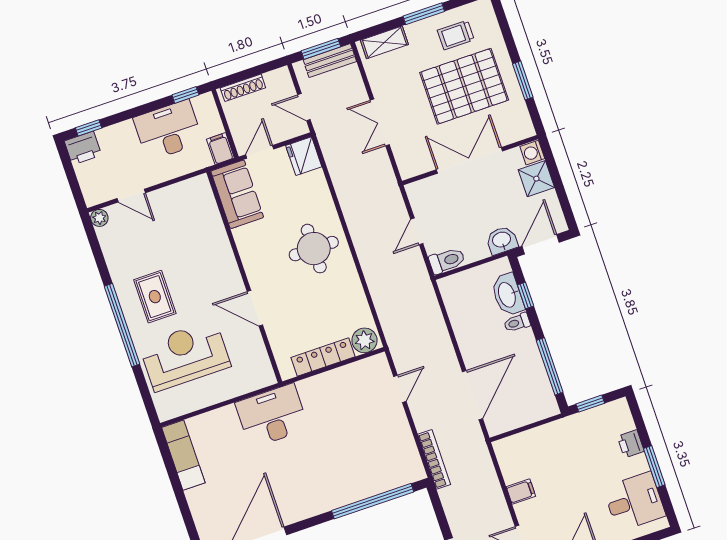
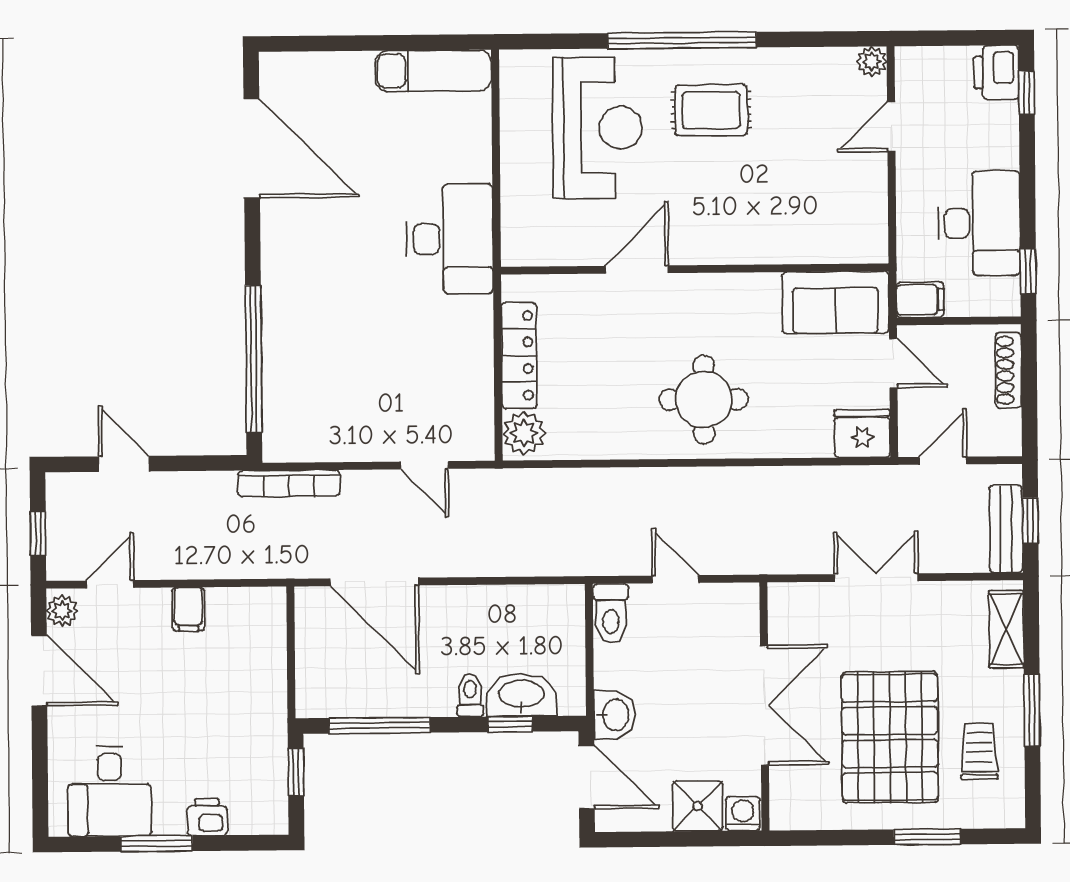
window: (321, 49) -> (1030, 521), width x0.67
window: (523, 80) -> (927, 837), moved

